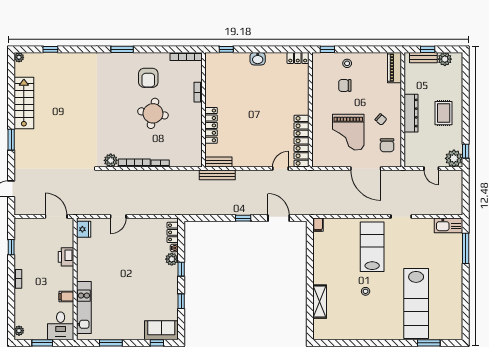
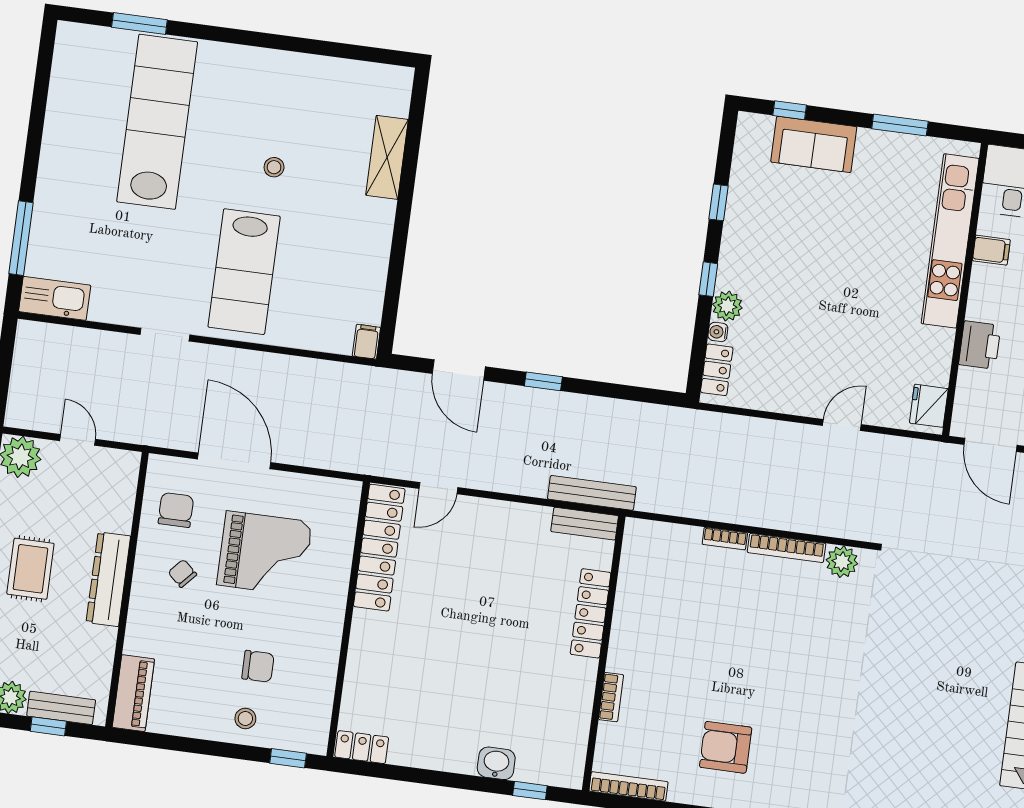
washbasin: (258, 59) -> (496, 763), moved
armchair: (148, 78) -> (726, 747), turned -90
round table: (153, 113) -> (726, 661), removed
grand piano: (348, 132) -> (265, 553), turned 90
kitchen unit: (84, 308) -> (950, 241), width x1.36
sofa: (161, 330) -> (814, 144), moved

